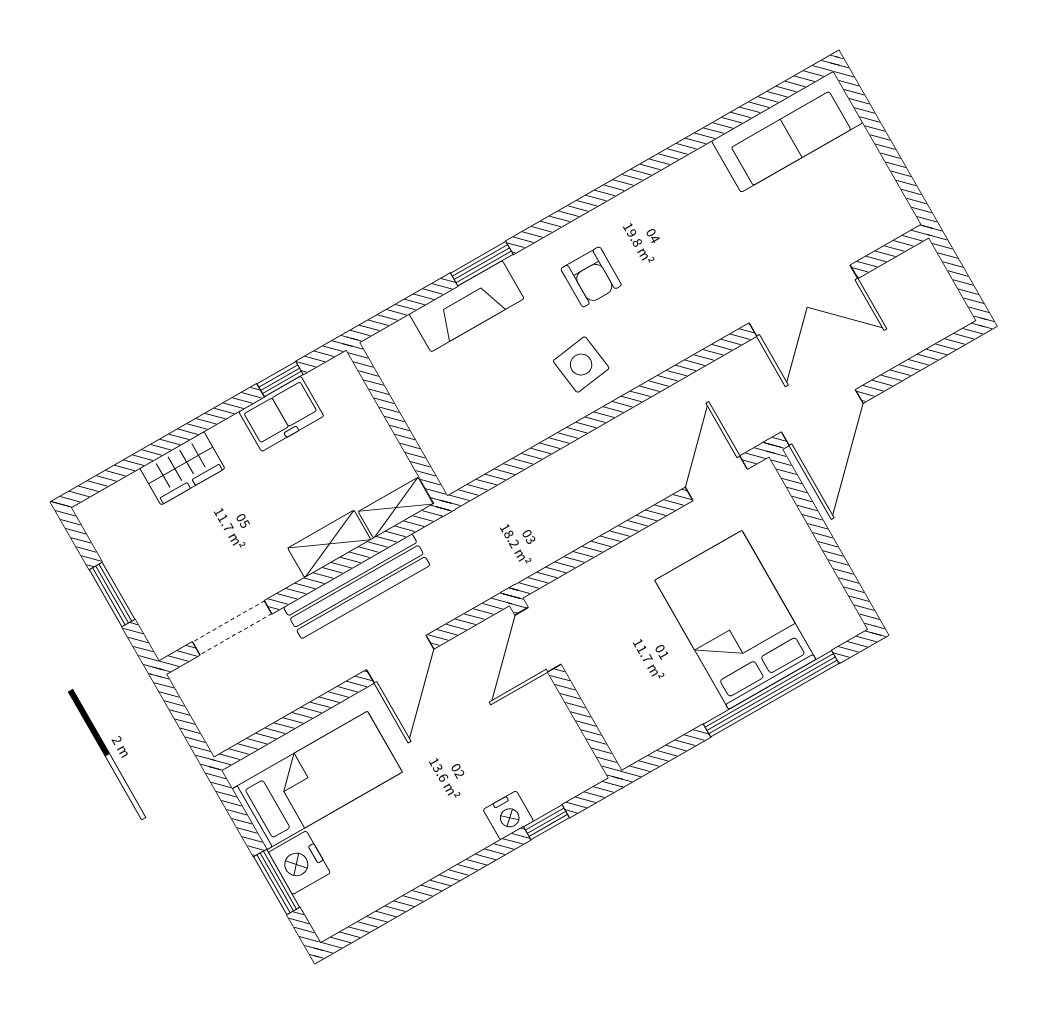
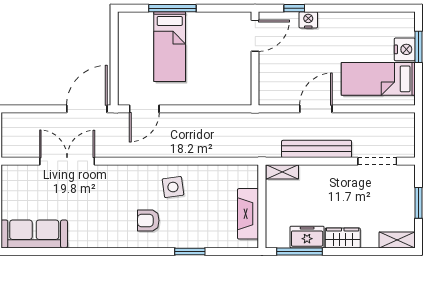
armchair: (591, 277) -> (148, 220), turned -90
fireplace: (467, 306) -> (248, 214), moved, turned -90
window: (280, 379) -> (299, 252), width x2.17
wardrobe: (182, 468) -> (343, 238), moved
shelving: (329, 544) -> (397, 240), moved
bed: (735, 620) -> (170, 47), width x0.67
door: (538, 640) -> (255, 36), moved
window: (771, 694) -> (172, 8), width x0.68

